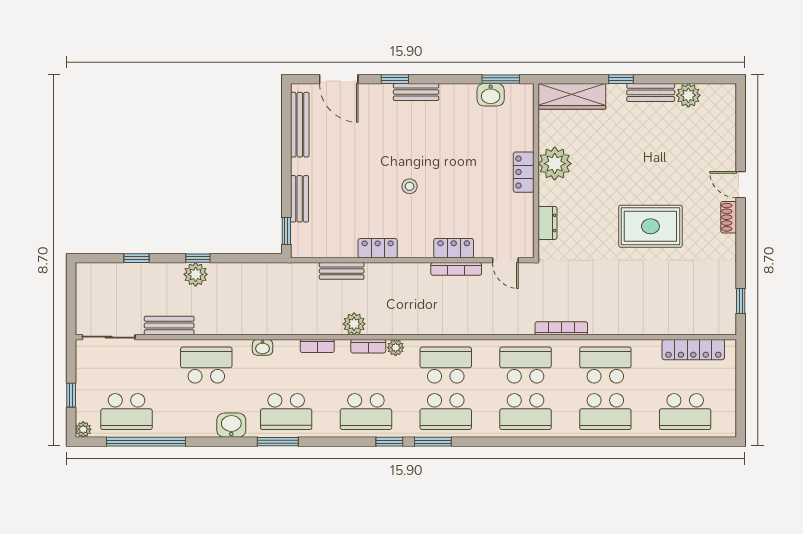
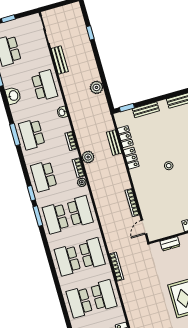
locker: (454, 248) -> (125, 137), moved
window: (198, 258) -> (99, 65), removed
plant: (196, 274) -> (96, 87), moved
washbasin: (231, 425) -> (13, 96), moved

